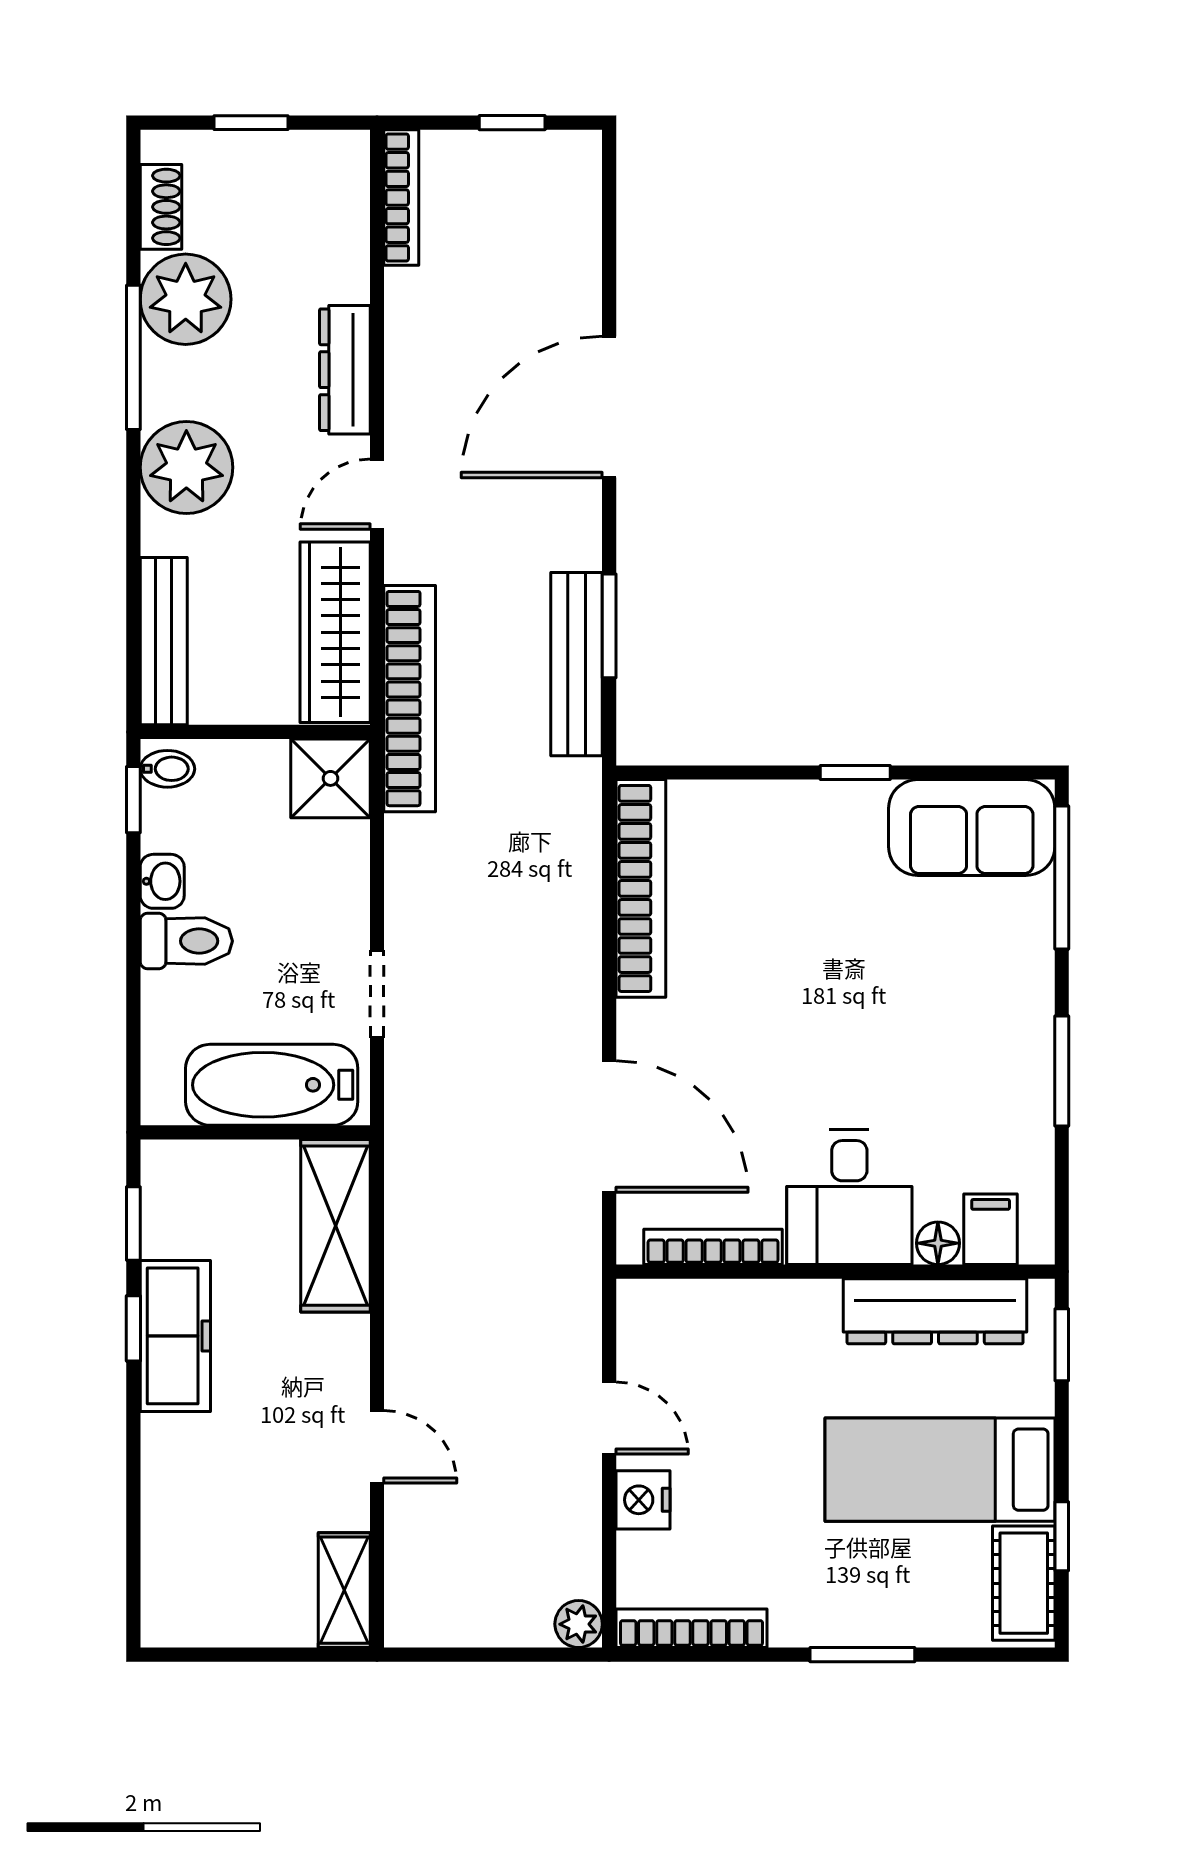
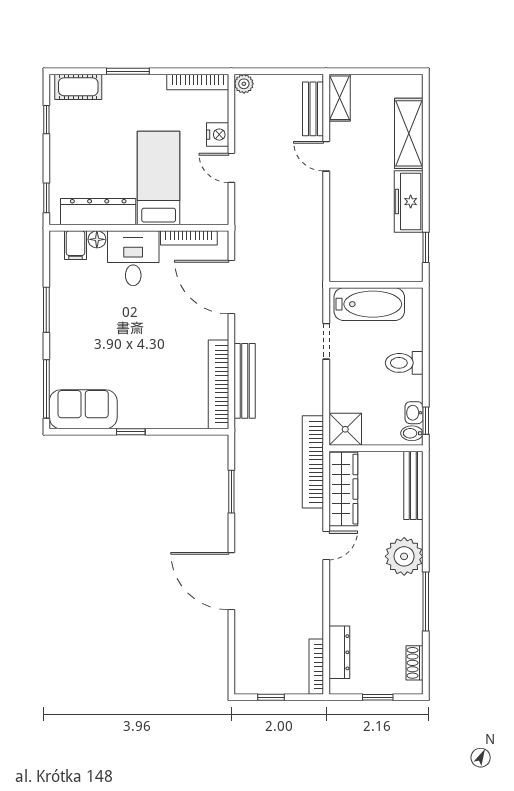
plant: (186, 299) -> (404, 625), removed
dresser: (345, 370) -> (339, 652), moved
door: (609, 407) -> (231, 581), swing flipped
bench: (576, 664) -> (245, 381), moved
washbasin: (162, 881) -> (414, 413), moved
shelving: (335, 1226) -> (409, 133), moved
window: (133, 1328) -> (426, 205), removed
bed: (940, 1470) -> (159, 178), moved, turned -90
bench: (409, 1563) -> (313, 109), added
cot: (1024, 1583) -> (78, 87), moved, turned 90

